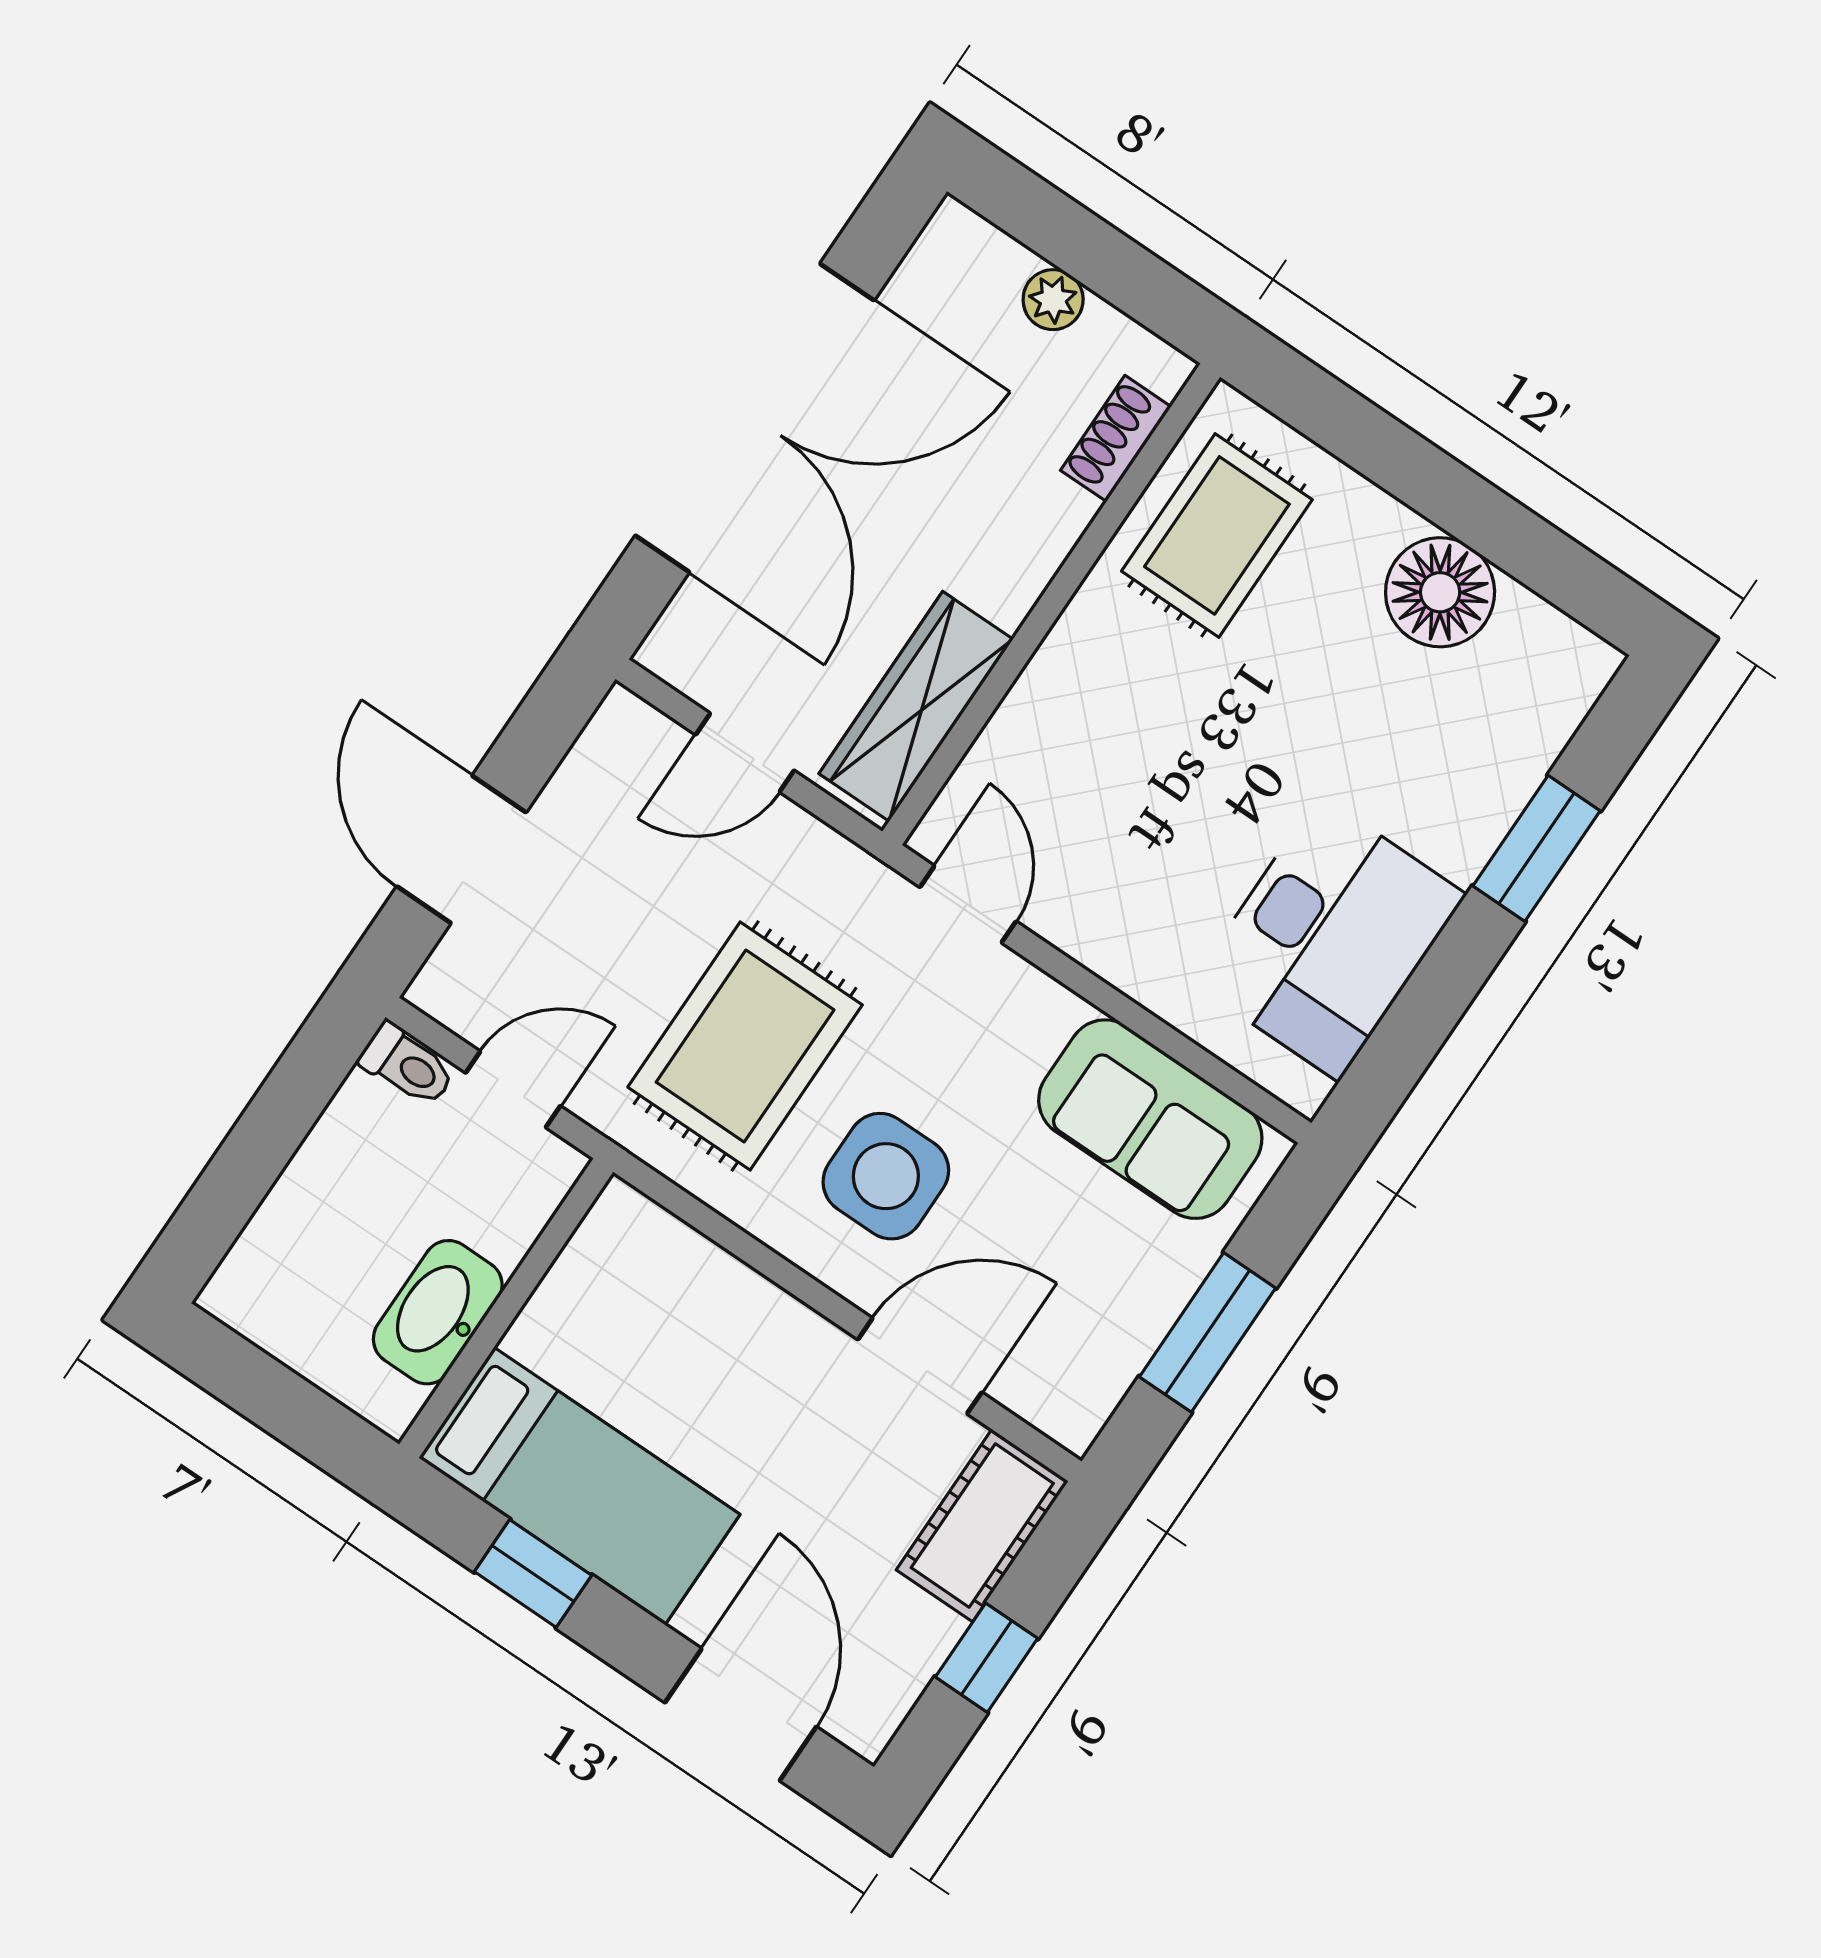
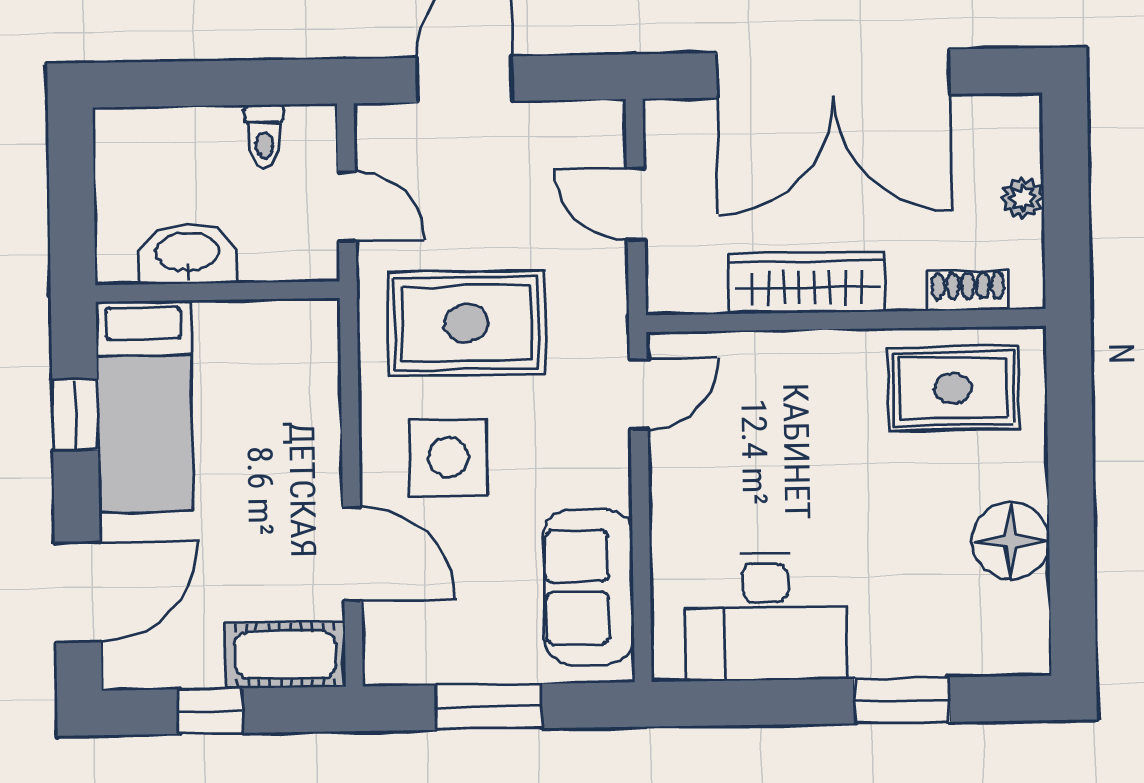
wardrobe: (916, 706) -> (807, 283), moved
toilet: (407, 1065) -> (264, 136), moved

